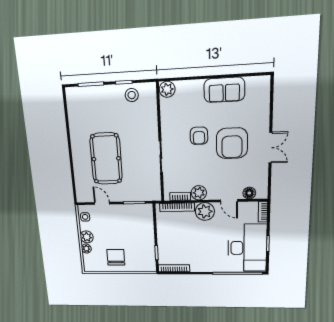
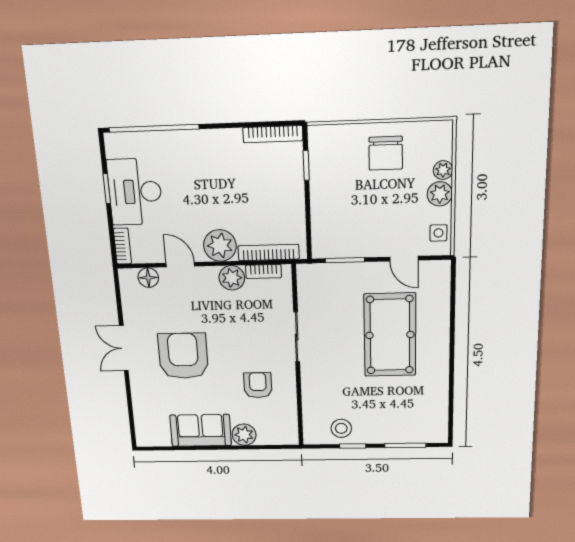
plant: (167, 89) -> (244, 435), moved
armchair: (199, 136) -> (258, 385), moved
desk: (247, 248) -> (135, 192), width x0.73, depth x0.77

